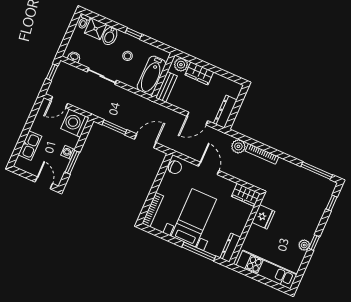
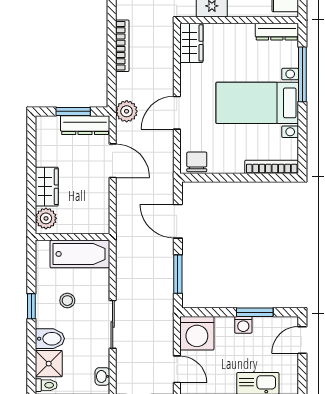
bench: (166, 87) -> (87, 225), removed
window: (236, 108) -> (73, 111), added
plant: (238, 146) -> (127, 111), moved

